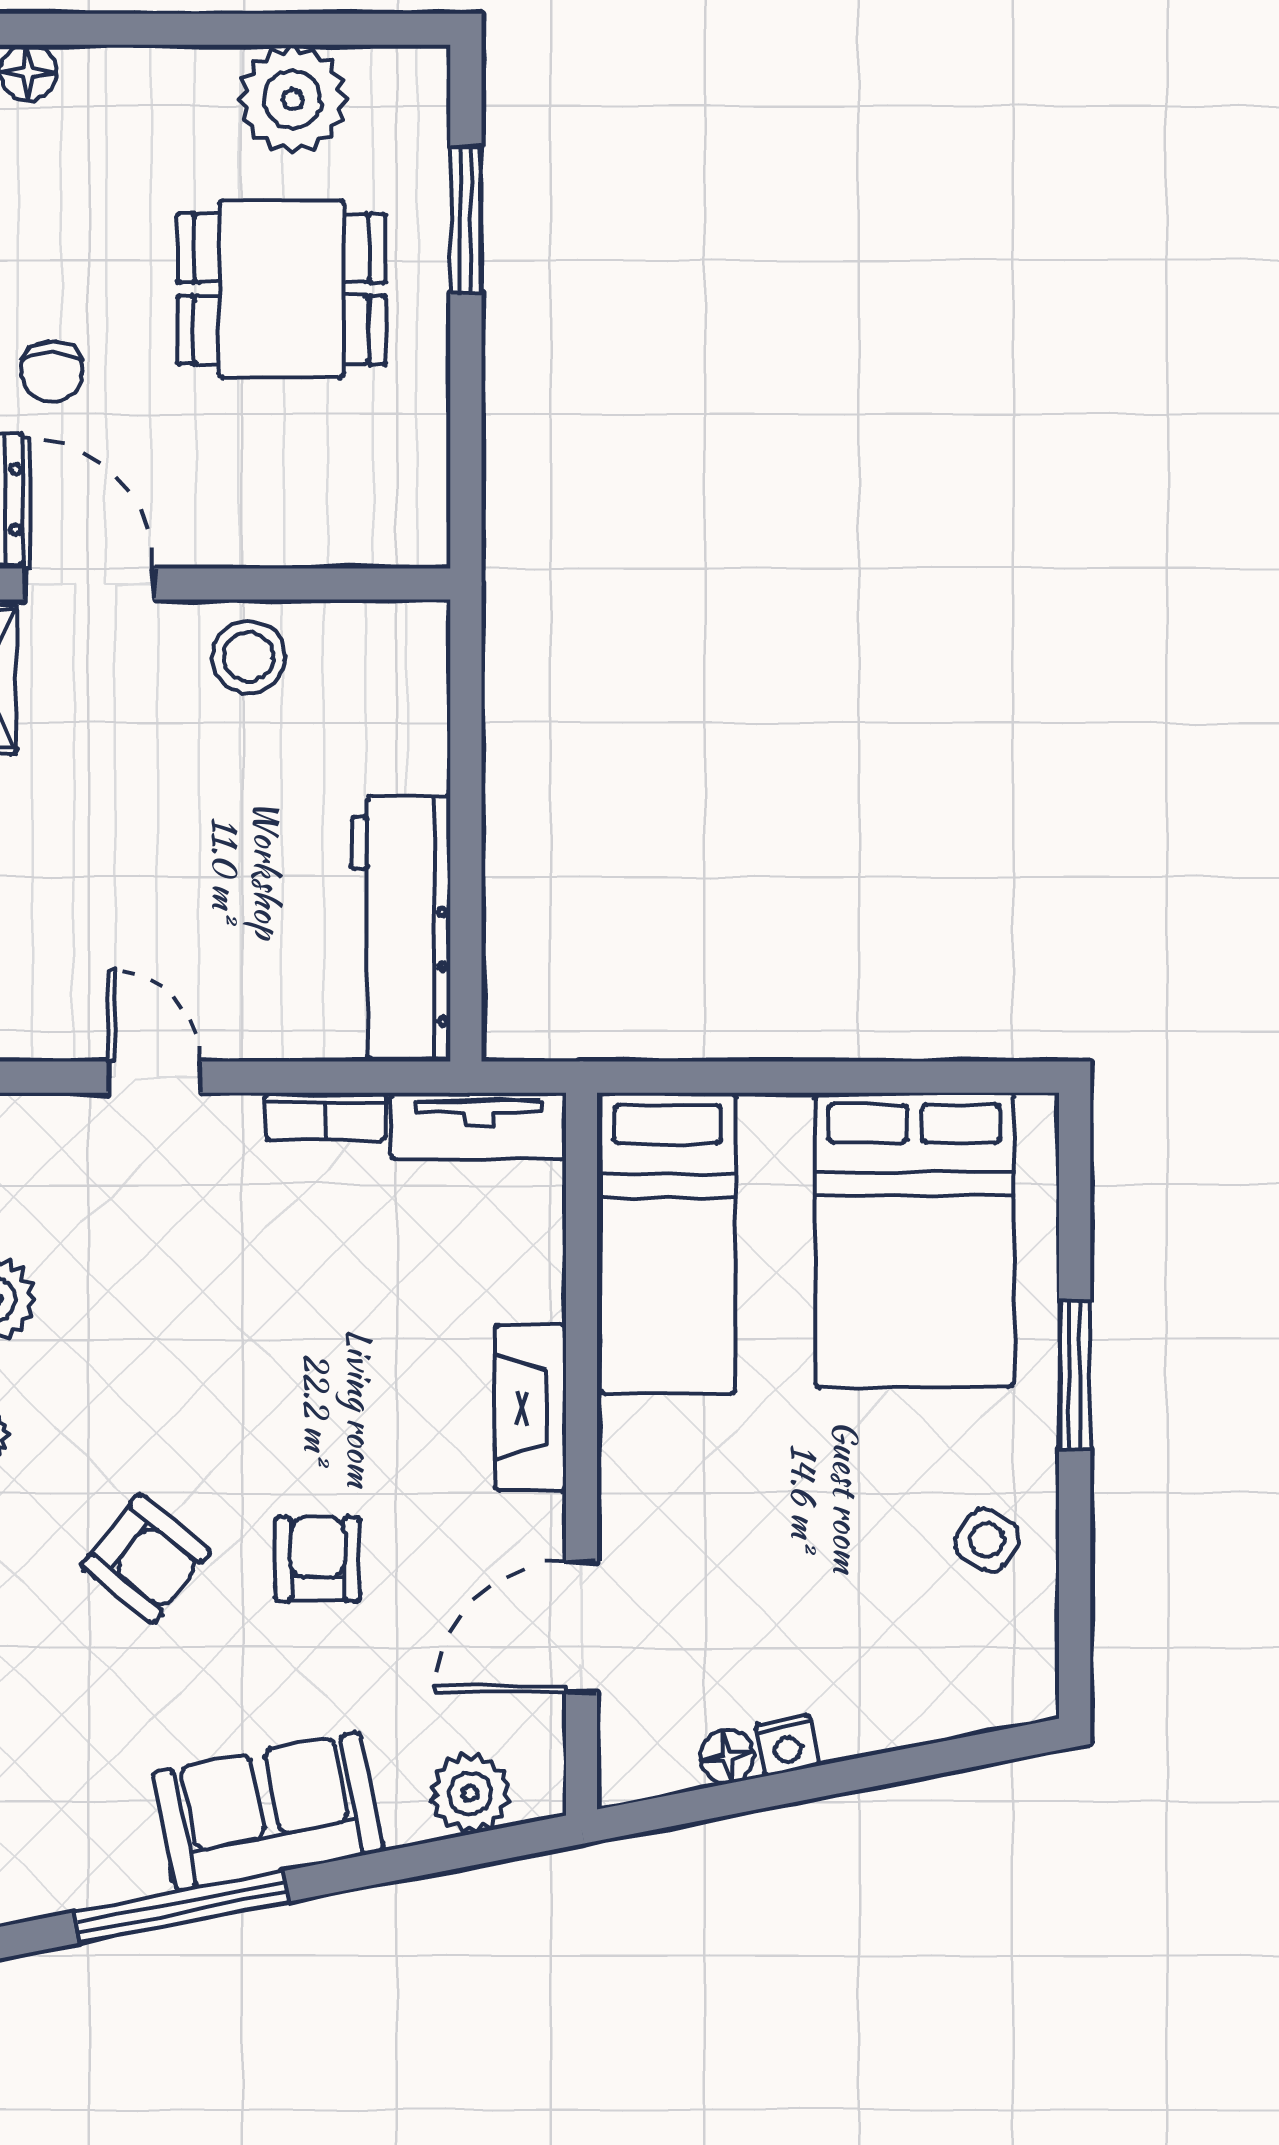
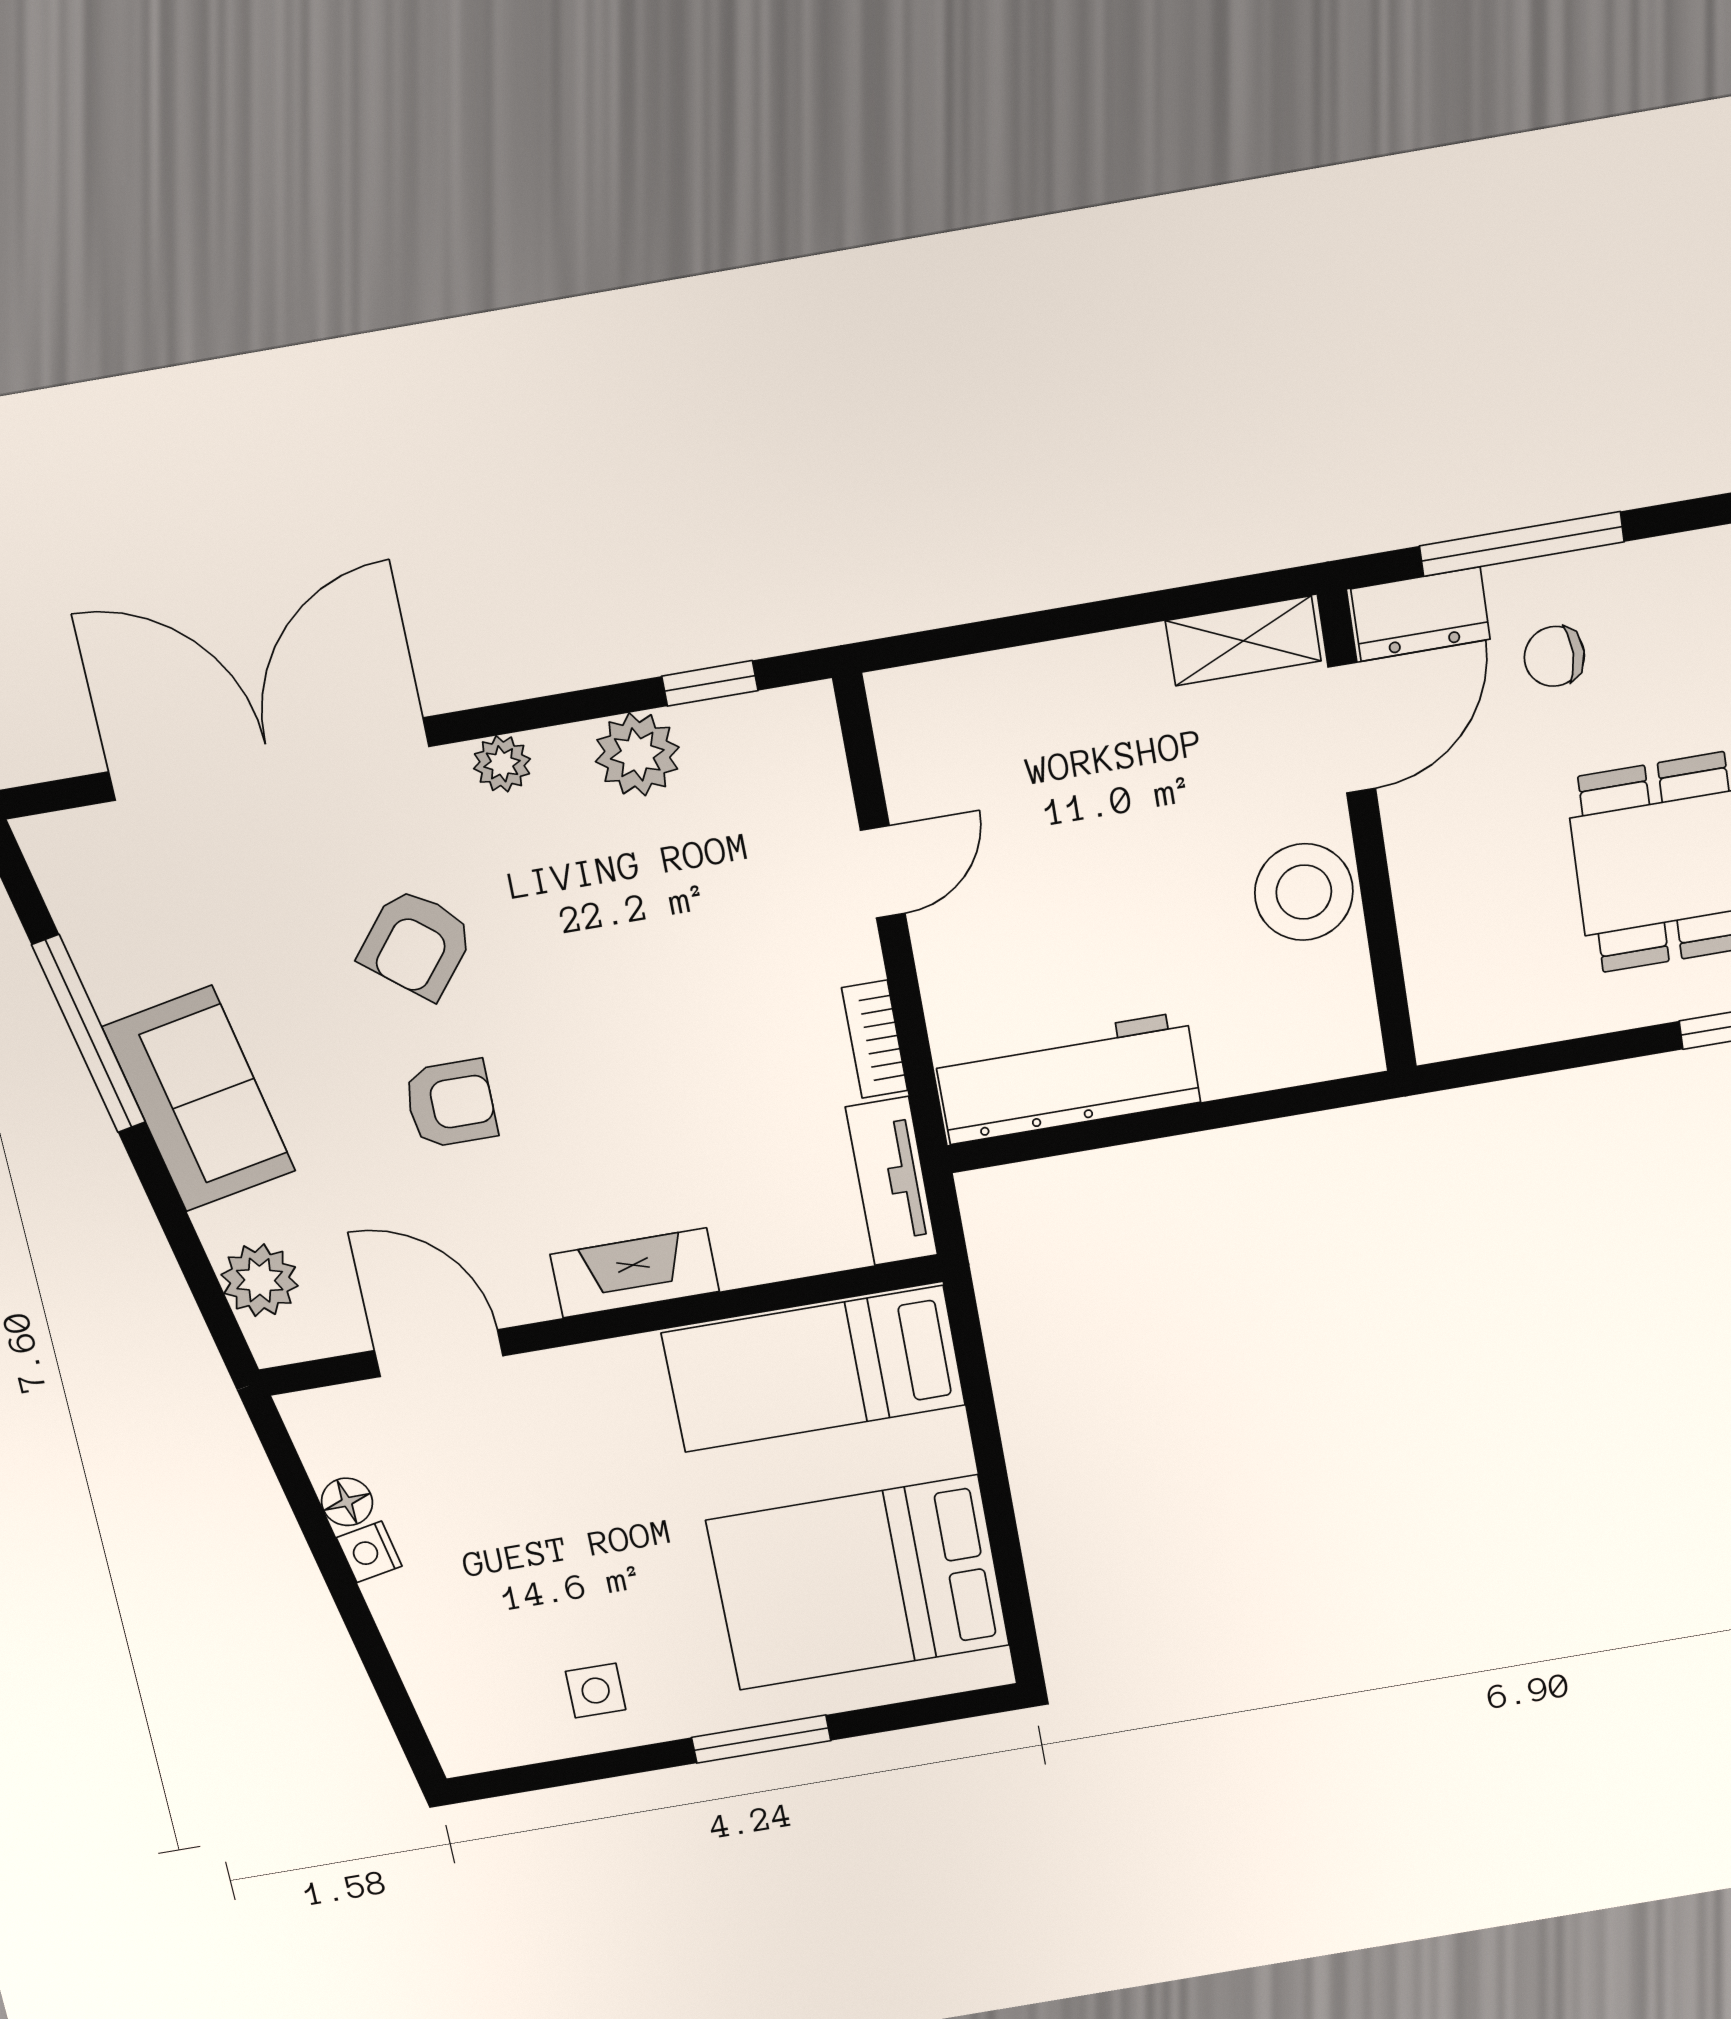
stool: (249, 657) -> (1304, 892), width x1.38, depth x1.38
side table: (987, 1540) -> (596, 1691), turned -32

